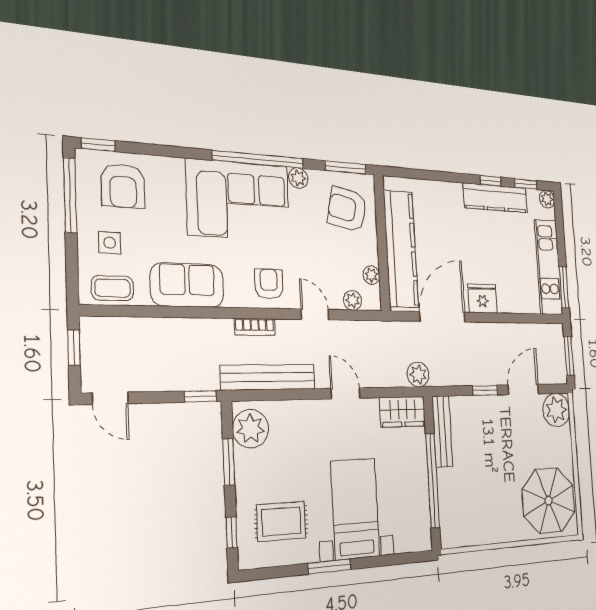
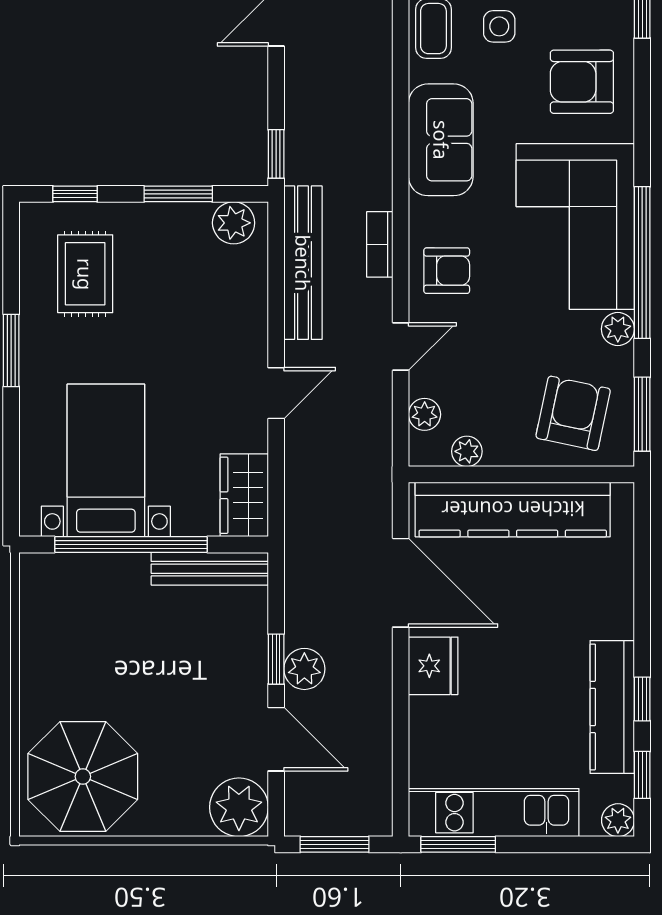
armchair: (123, 186) -> (582, 82), moved
plant: (418, 374) -> (304, 669), moved
plant: (251, 429) -> (234, 223), width x0.73, depth x0.73
bed with nightstands: (355, 509) -> (106, 460), moved, turned -90

